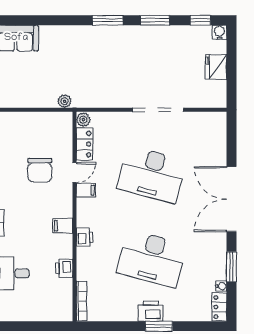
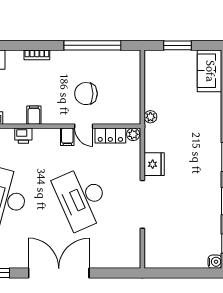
fridge: (216, 67) -> (154, 164), moved, turned 90
desk: (152, 175) -> (82, 198), turned -39

